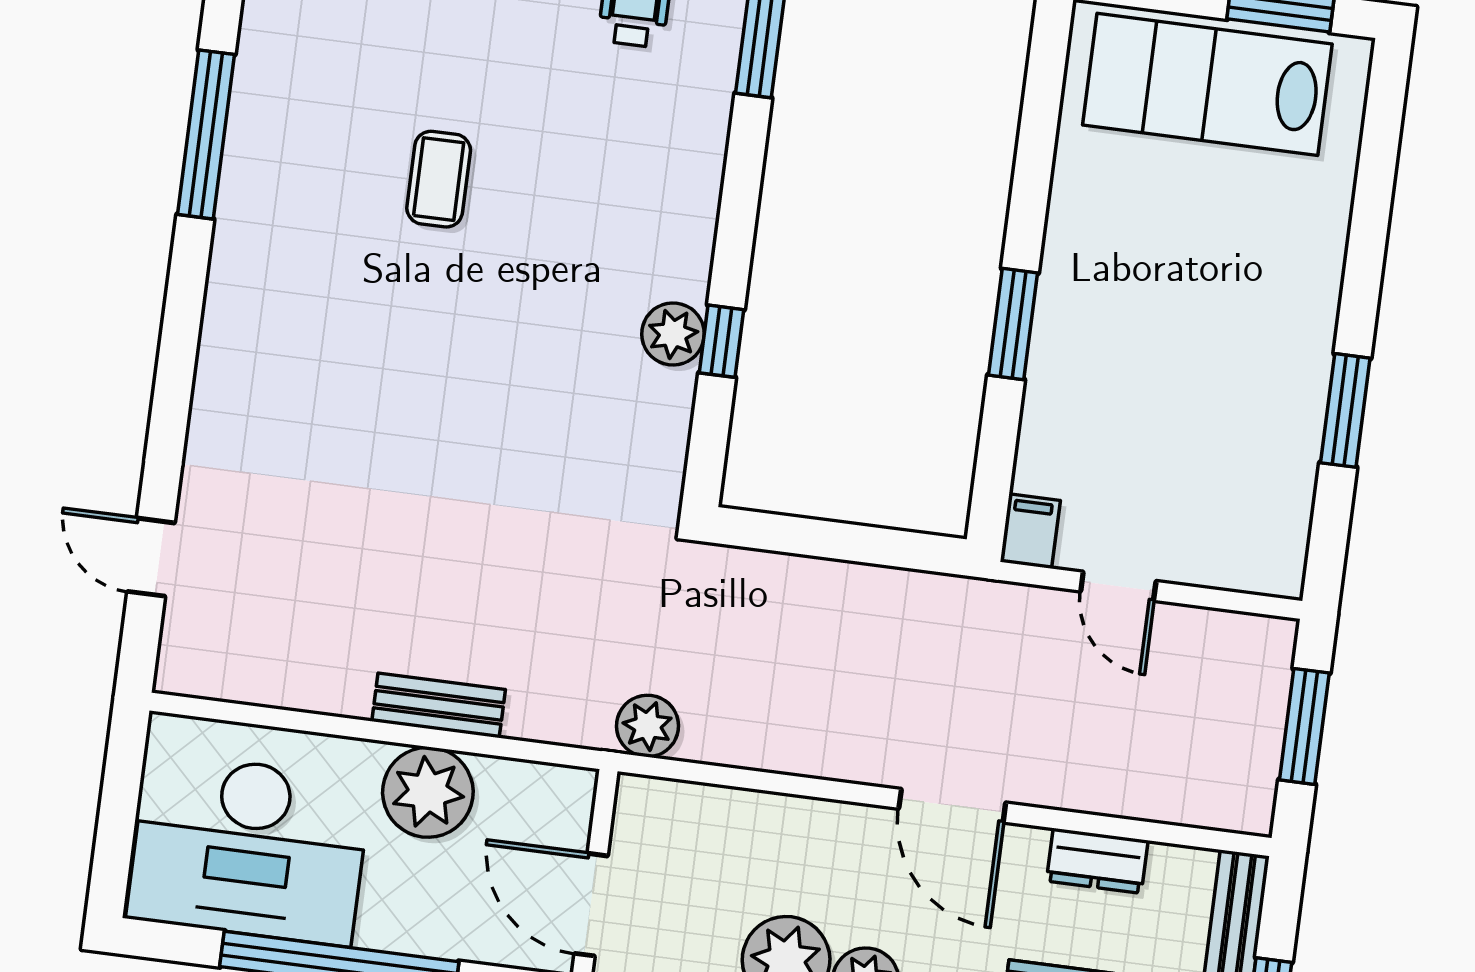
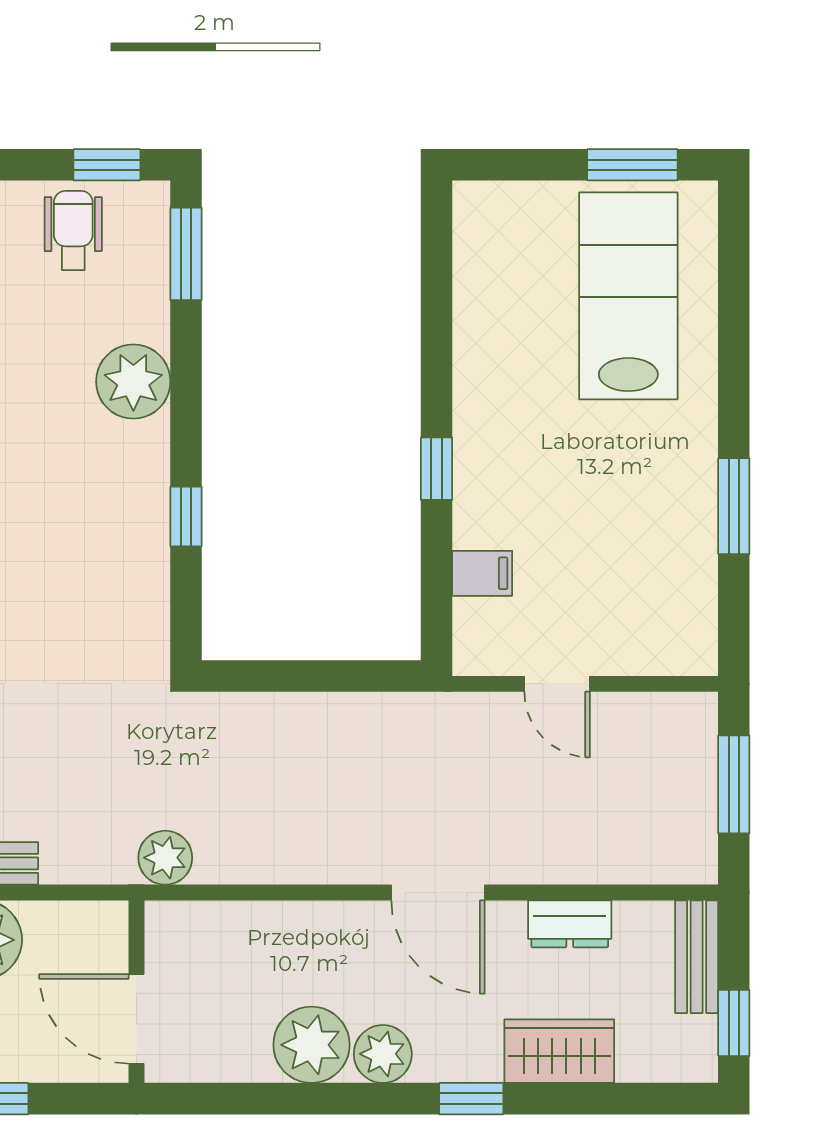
lab bench: (1207, 84) -> (628, 296), moved, turned 90
window: (1013, 324) -> (436, 469), width x0.67
plant: (673, 334) -> (133, 382), moved, width x1.36, depth x1.36
filing cabinet: (1030, 531) -> (482, 573), moved, turned 90

